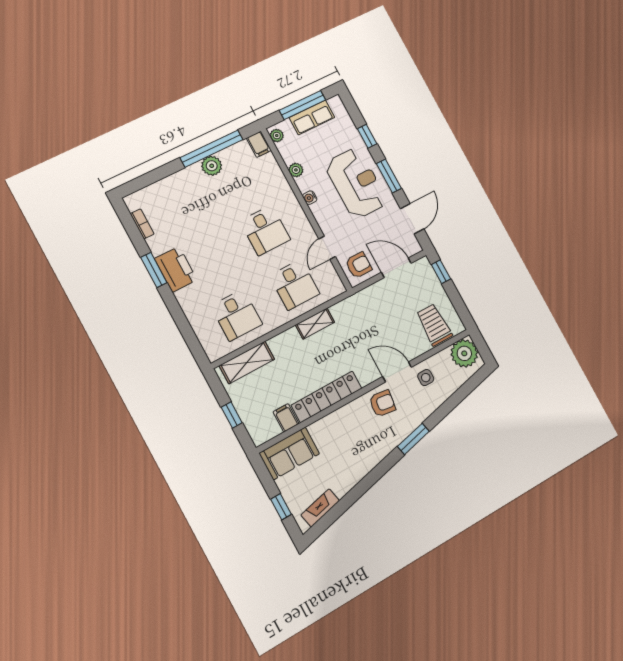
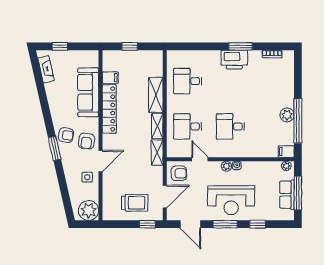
plant: (296, 170) -> (226, 166), moved
armchair: (359, 265) -> (179, 173), turned -90
shelving: (348, 306) -> (157, 152), added
trolley: (434, 325) -> (135, 203), moved
shelving: (247, 362) -> (156, 95), moved
armchair: (389, 434) -> (66, 135), added
sofa: (289, 453) -> (88, 92), moved, width x1.36

